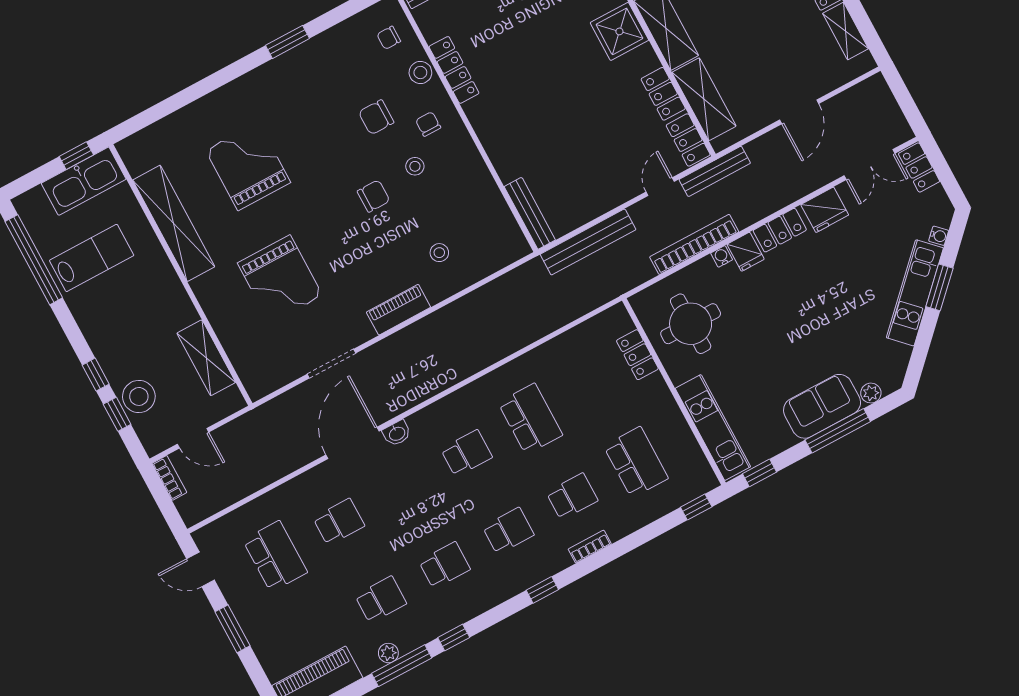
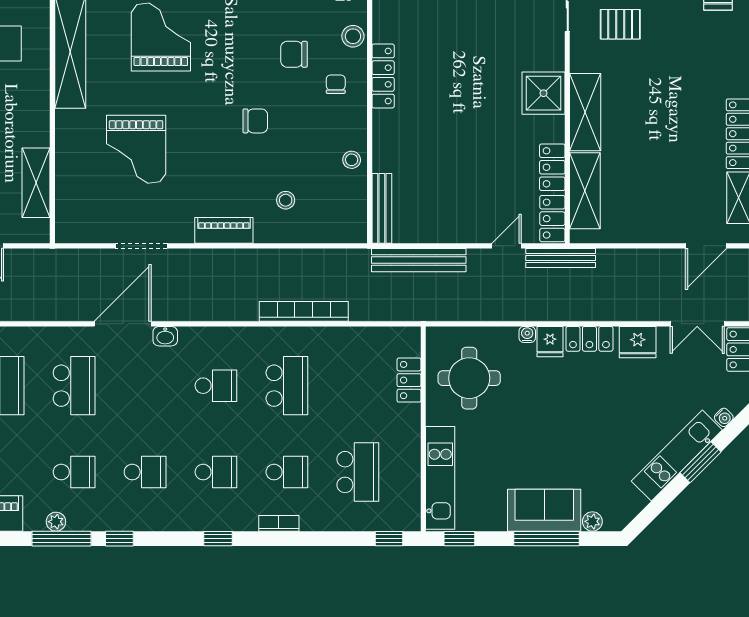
locker: (454, 70) -> (383, 76), moved
door: (799, 112) -> (706, 246), moved
stool: (415, 166) -> (352, 160), moved
bookcase: (694, 244) -> (304, 311), moved
school desk: (339, 522) -> (74, 386), width x1.85

